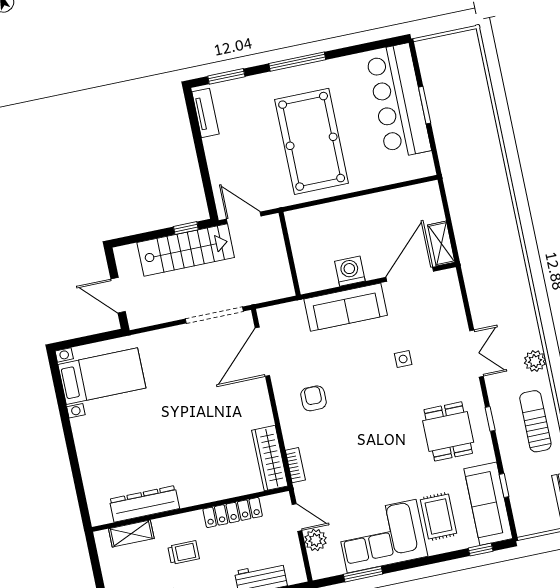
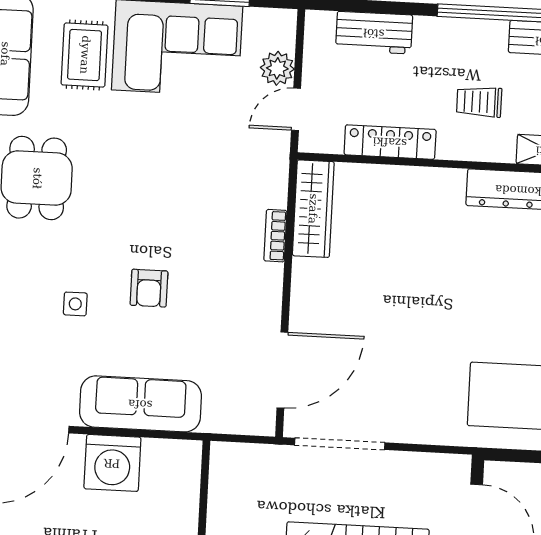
washing machine: (350, 271) -> (112, 463), width x1.37, depth x1.37
armchair: (314, 398) -> (149, 288), moved
bookcase: (295, 465) -> (275, 236), moved
door: (297, 517) -> (296, 109), hinge flipped

